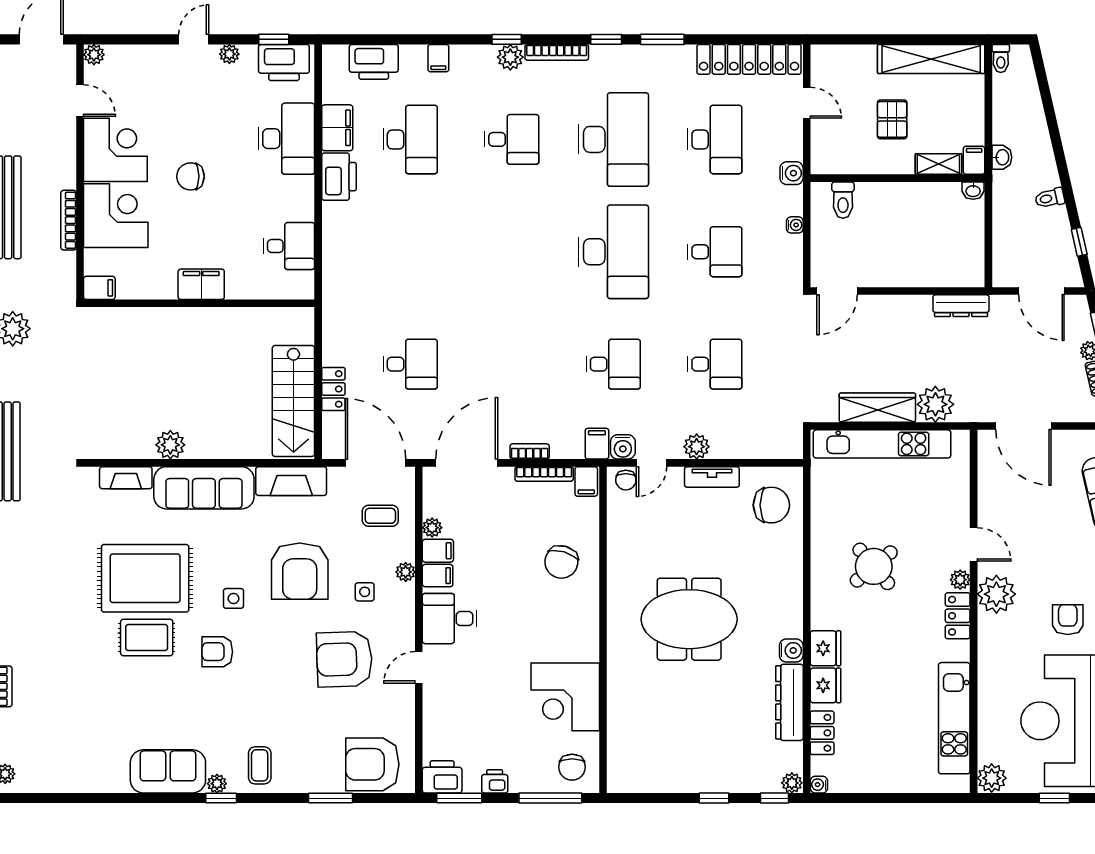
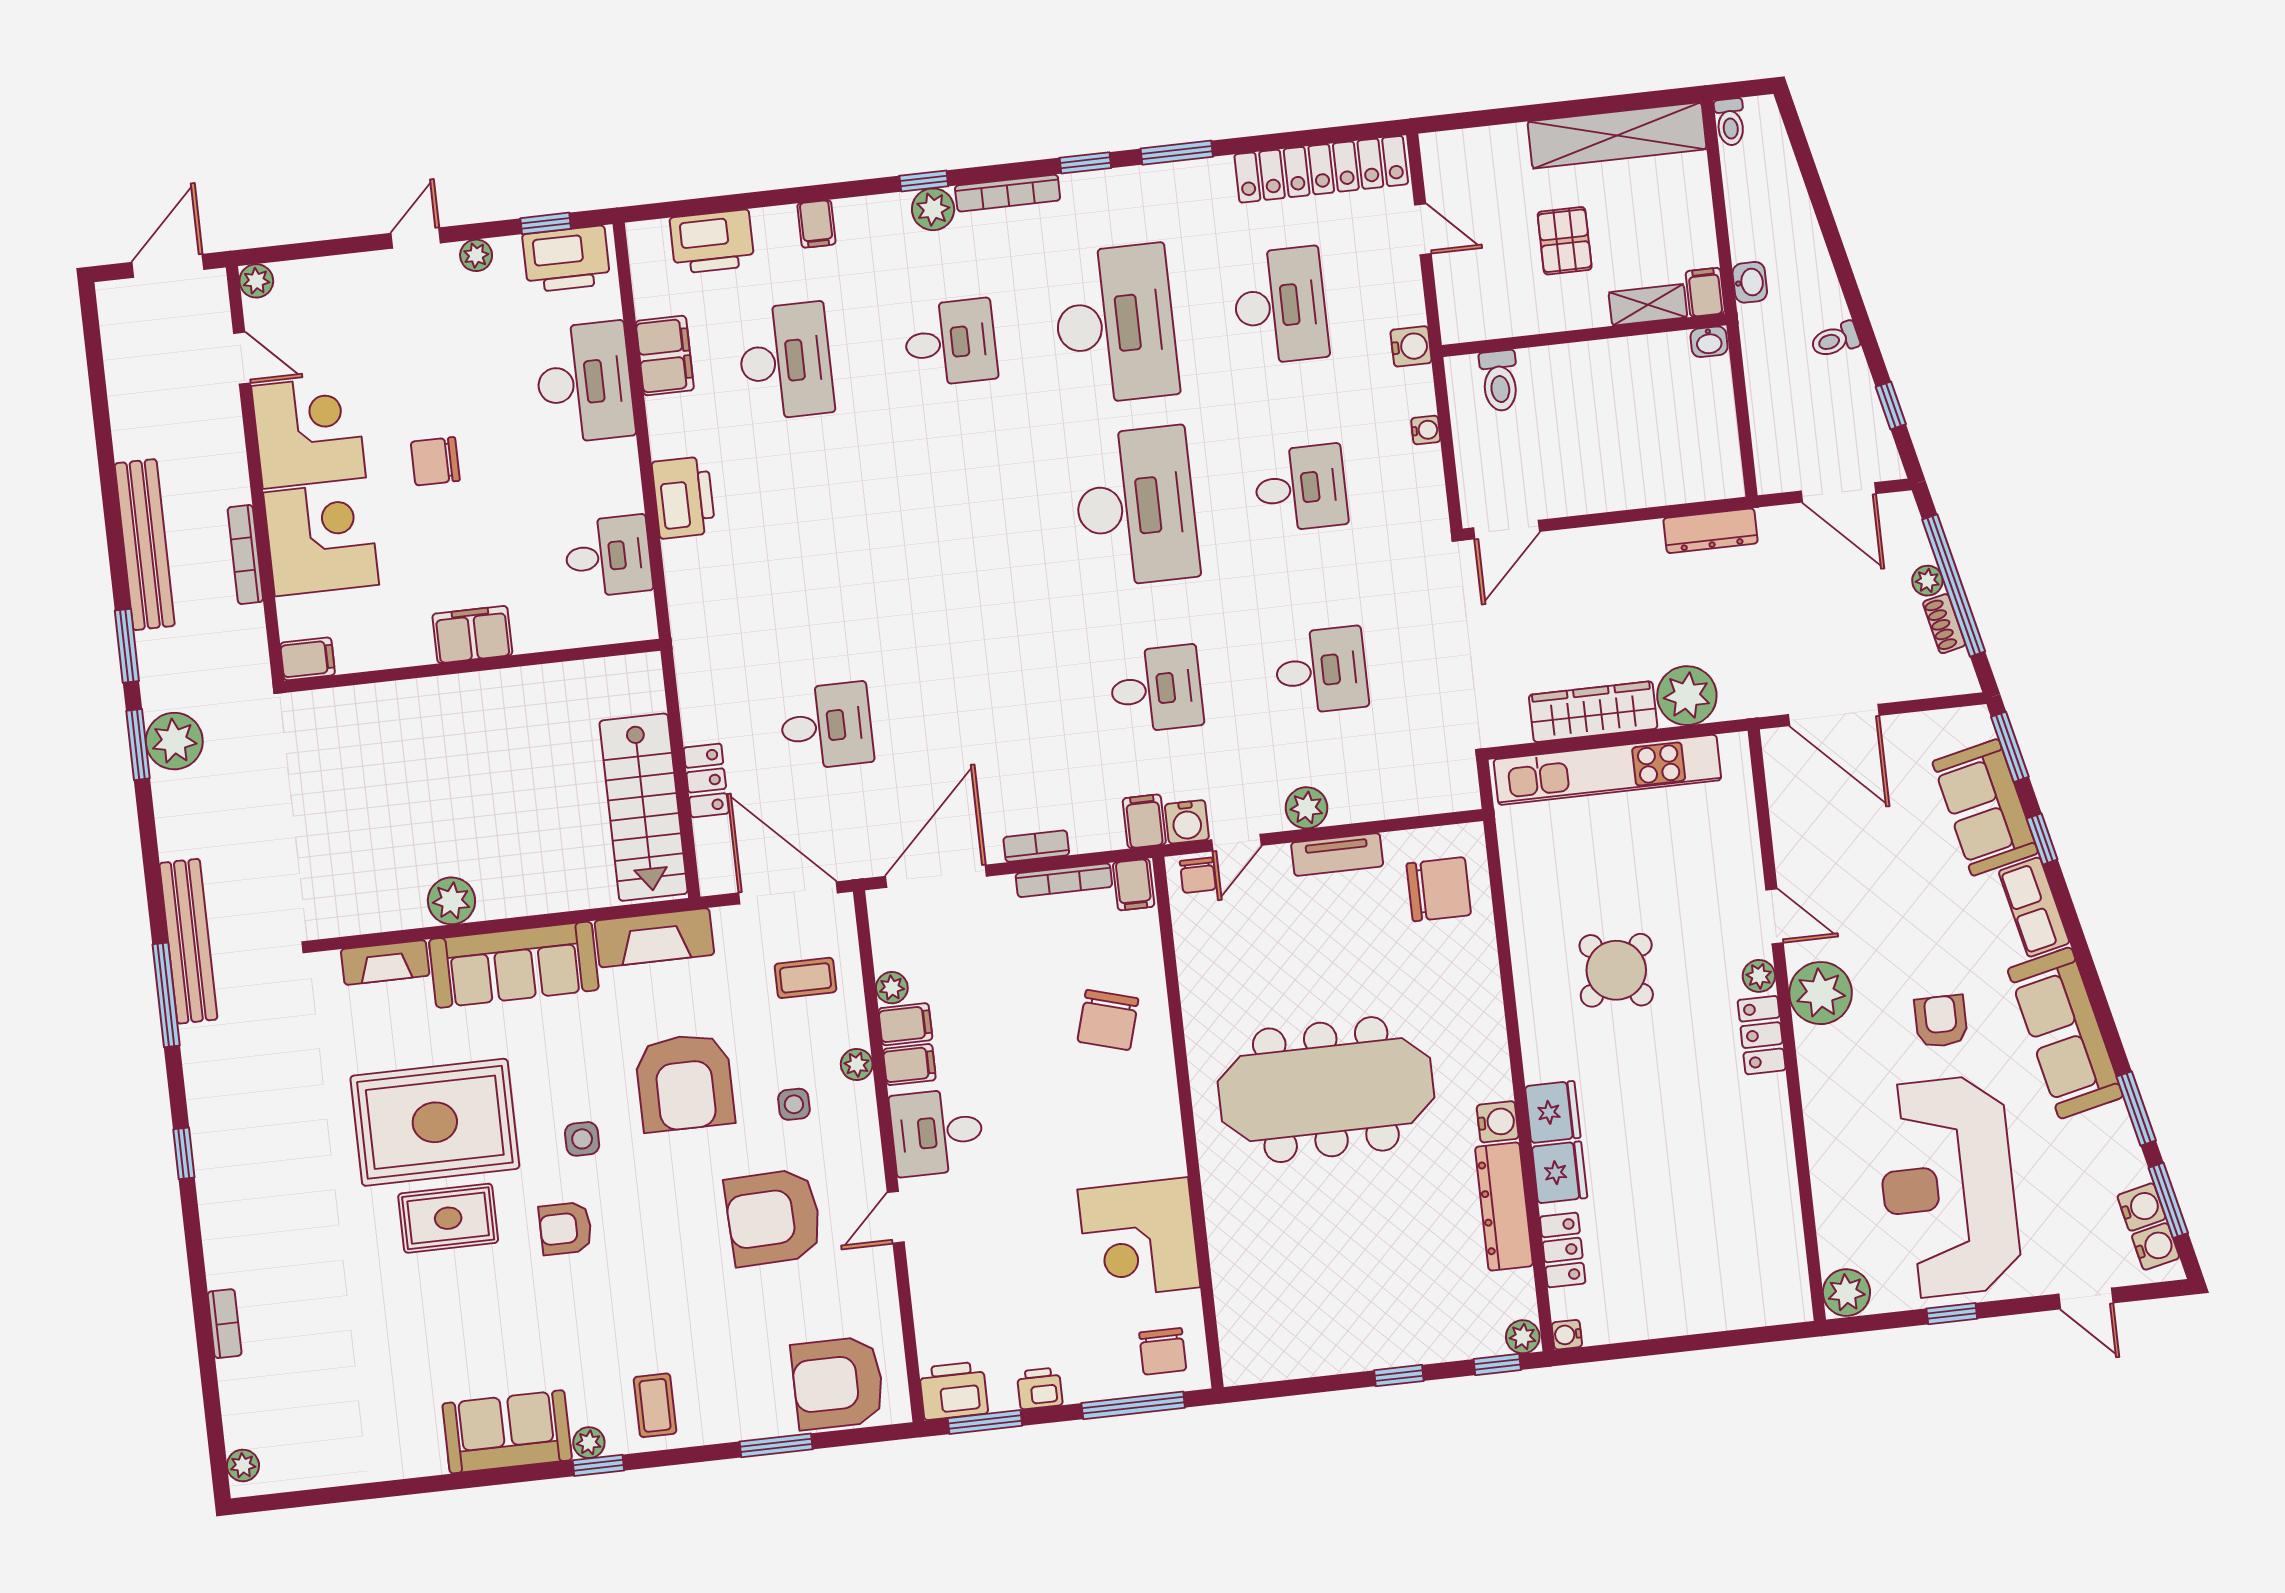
printer: (339, 177) -> (684, 497), moved
meeting table: (689, 619) -> (1326, 1090), width x1.36
kitchen unit: (954, 718) -> (1775, 1202), removed

